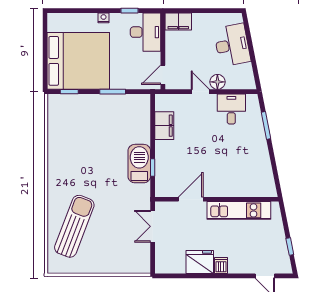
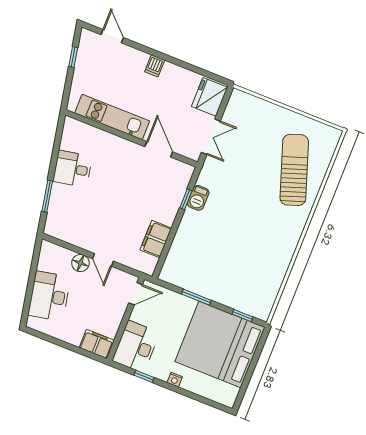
desk: (231, 109) -> (73, 169), moved, turned 79
barbecue: (139, 164) -> (198, 198), width x0.53, depth x0.65
door: (191, 199) -> (159, 149), swing flipped
sun lounger: (74, 226) -> (294, 170), turned 140
fridge: (200, 262) -> (210, 97), moved, turned 90

